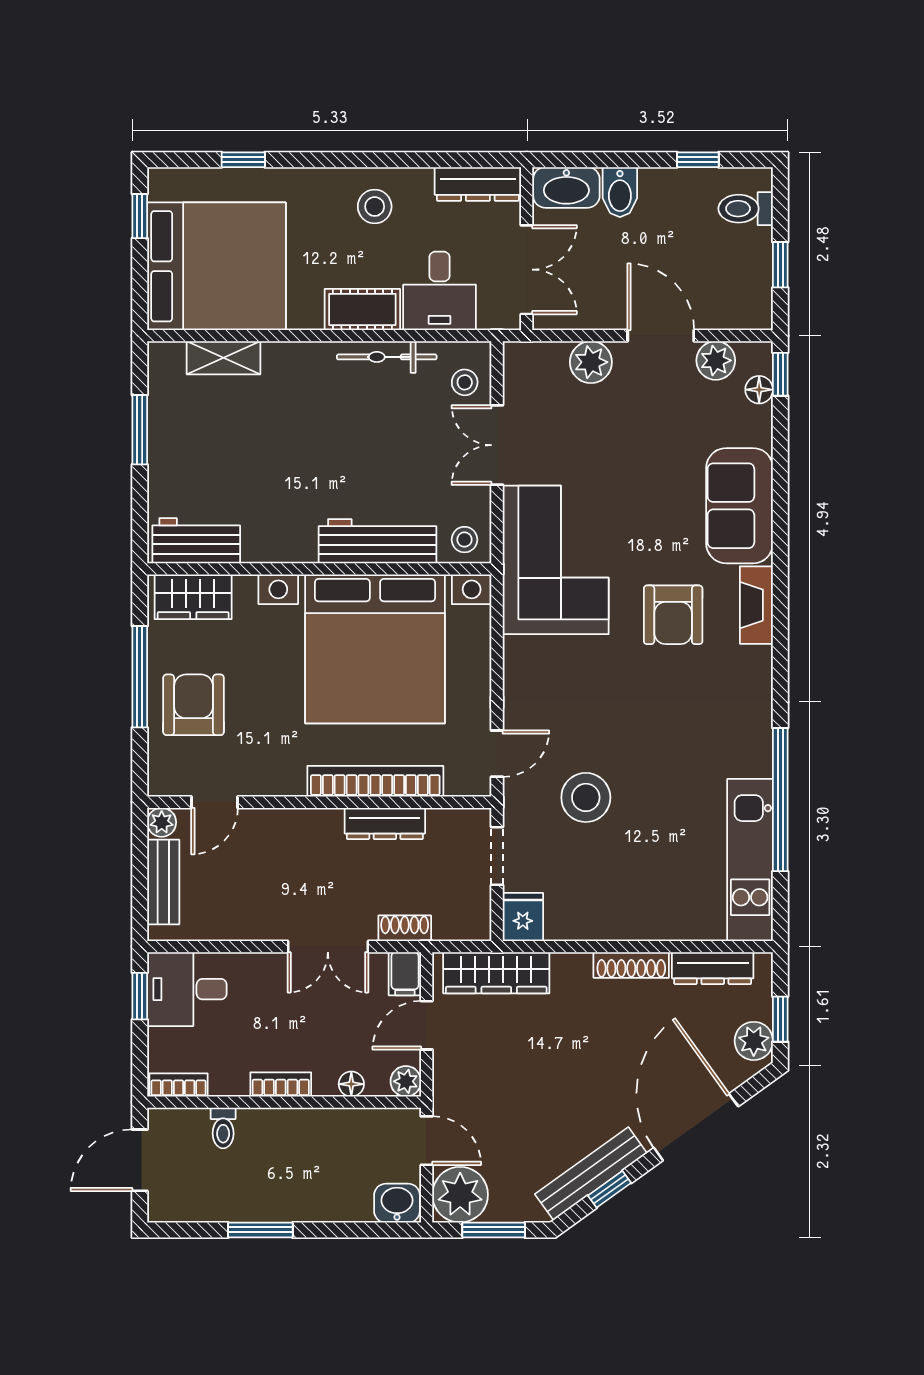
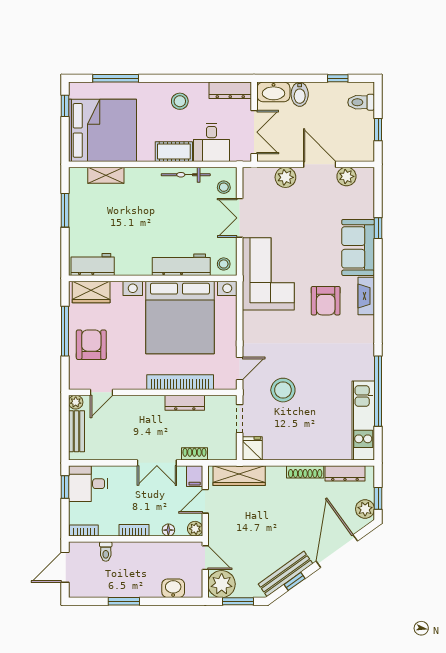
window: (243, 160) -> (116, 78), width x2.17
window: (780, 374) -> (378, 228), moved
floor lamp: (759, 390) -> (368, 191), removed
washbasin: (397, 1203) -> (173, 588), moved

